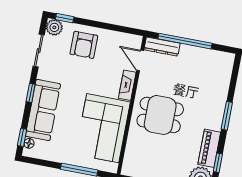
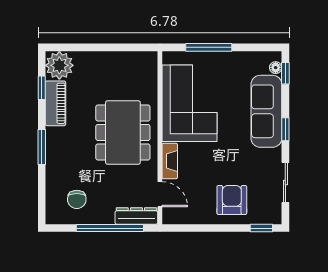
plant: (54, 27) -> (272, 214), removed
chair: (207, 69) -> (77, 199), added
dining table: (160, 115) -> (123, 132), width x1.38

